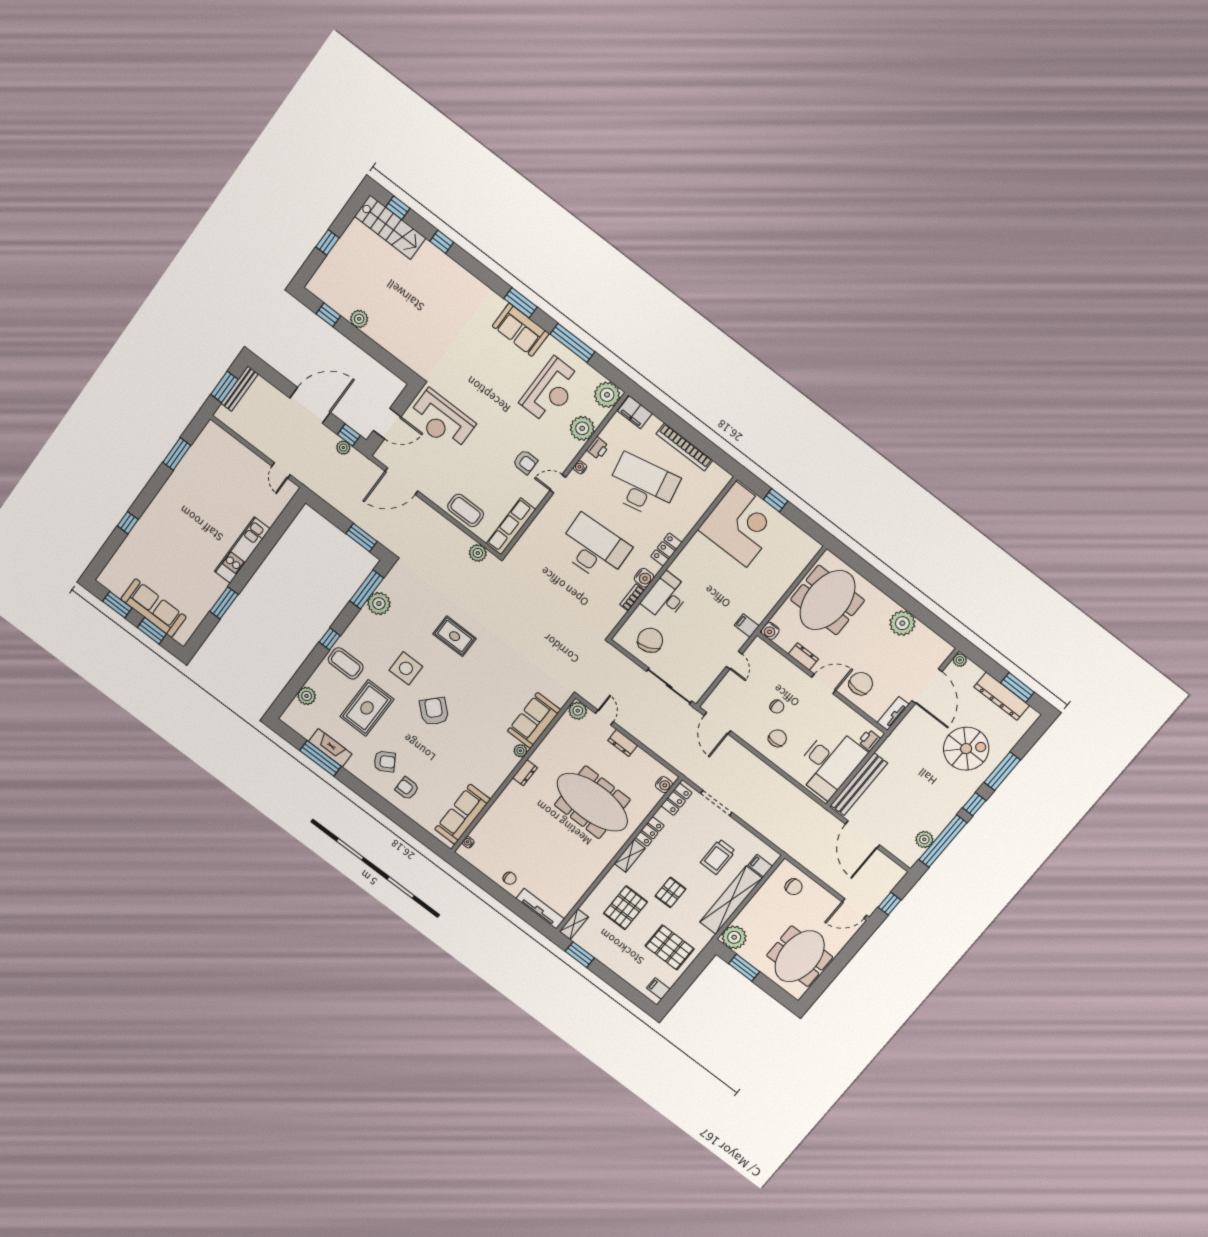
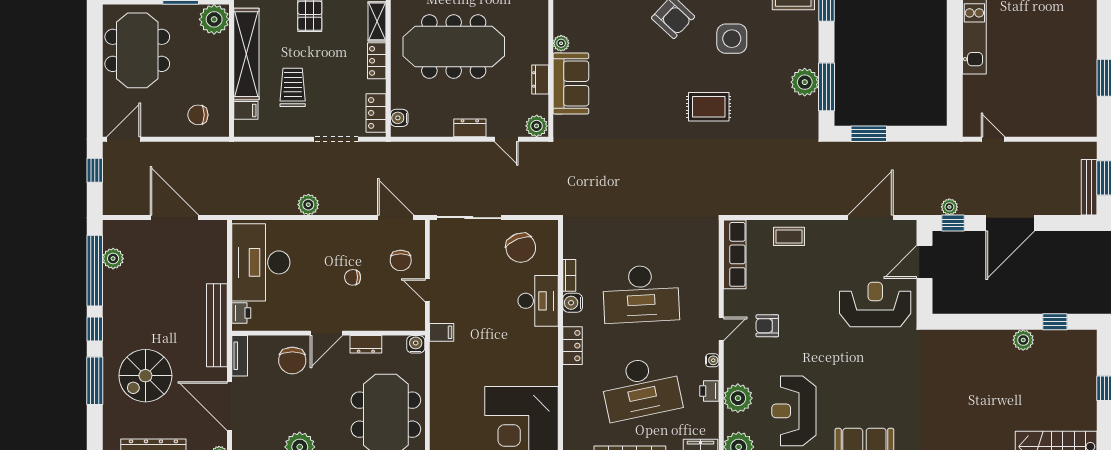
coffee table: (466, 510) -> (789, 236), width x0.73, depth x0.77
plant: (478, 553) -> (308, 205), moved
chair: (777, 738) -> (401, 260), moved
dresser: (525, 773) -> (540, 79), moved
bench: (859, 784) -> (217, 325), moved

